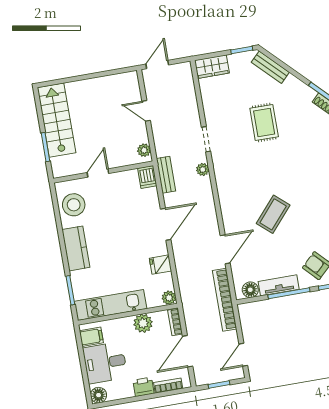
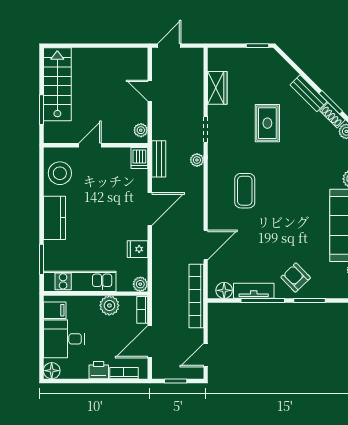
wardrobe: (212, 67) -> (217, 88), moved, turned -90
bench: (270, 67) -> (309, 93), moved
coffee table: (273, 214) -> (245, 191), moved, turned -41

